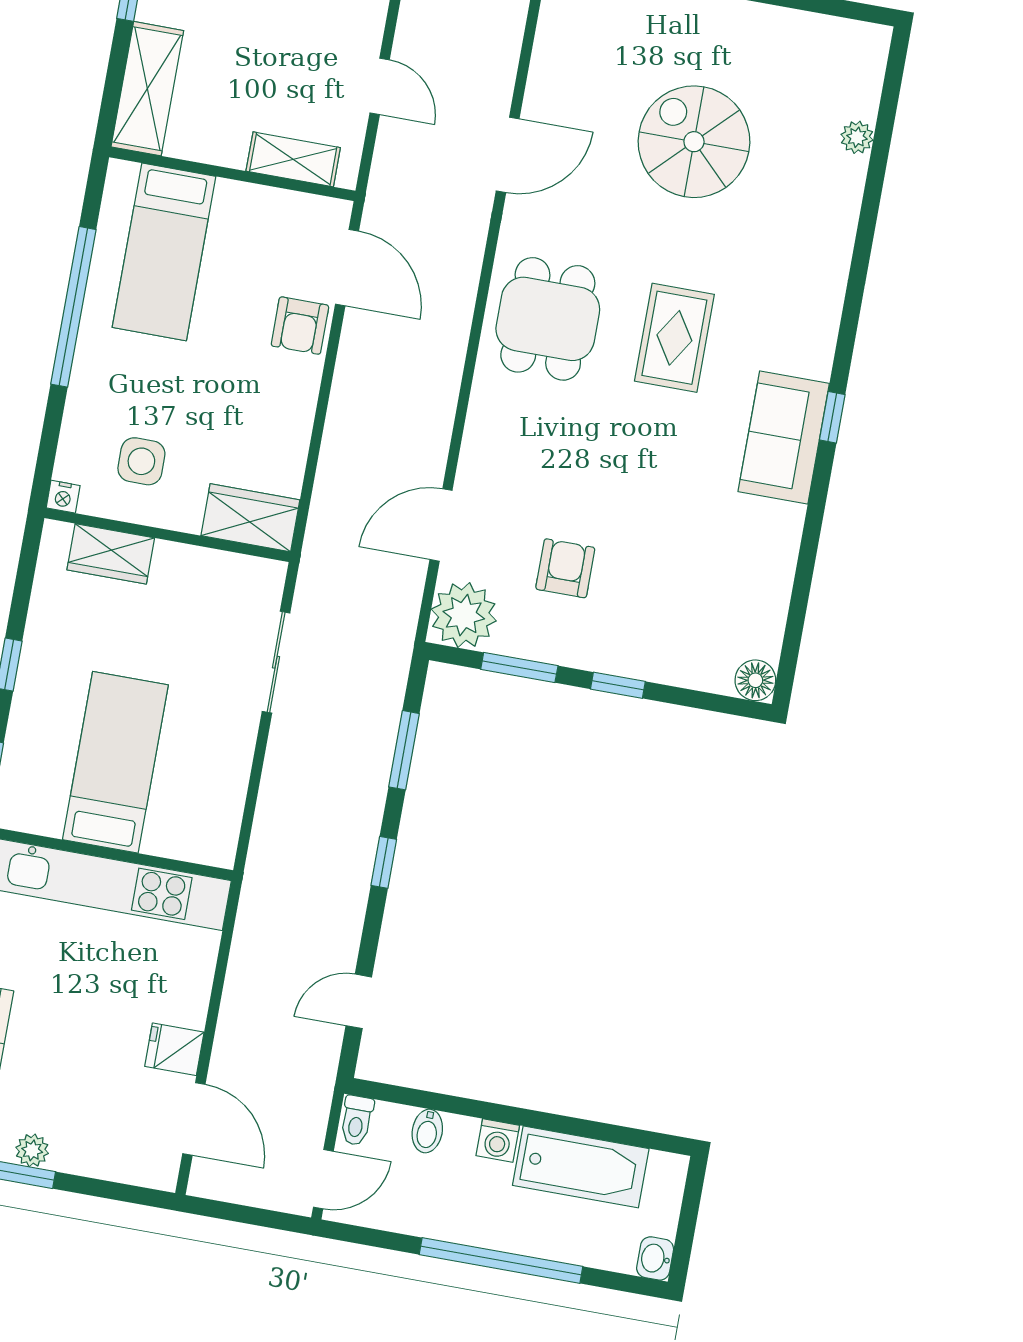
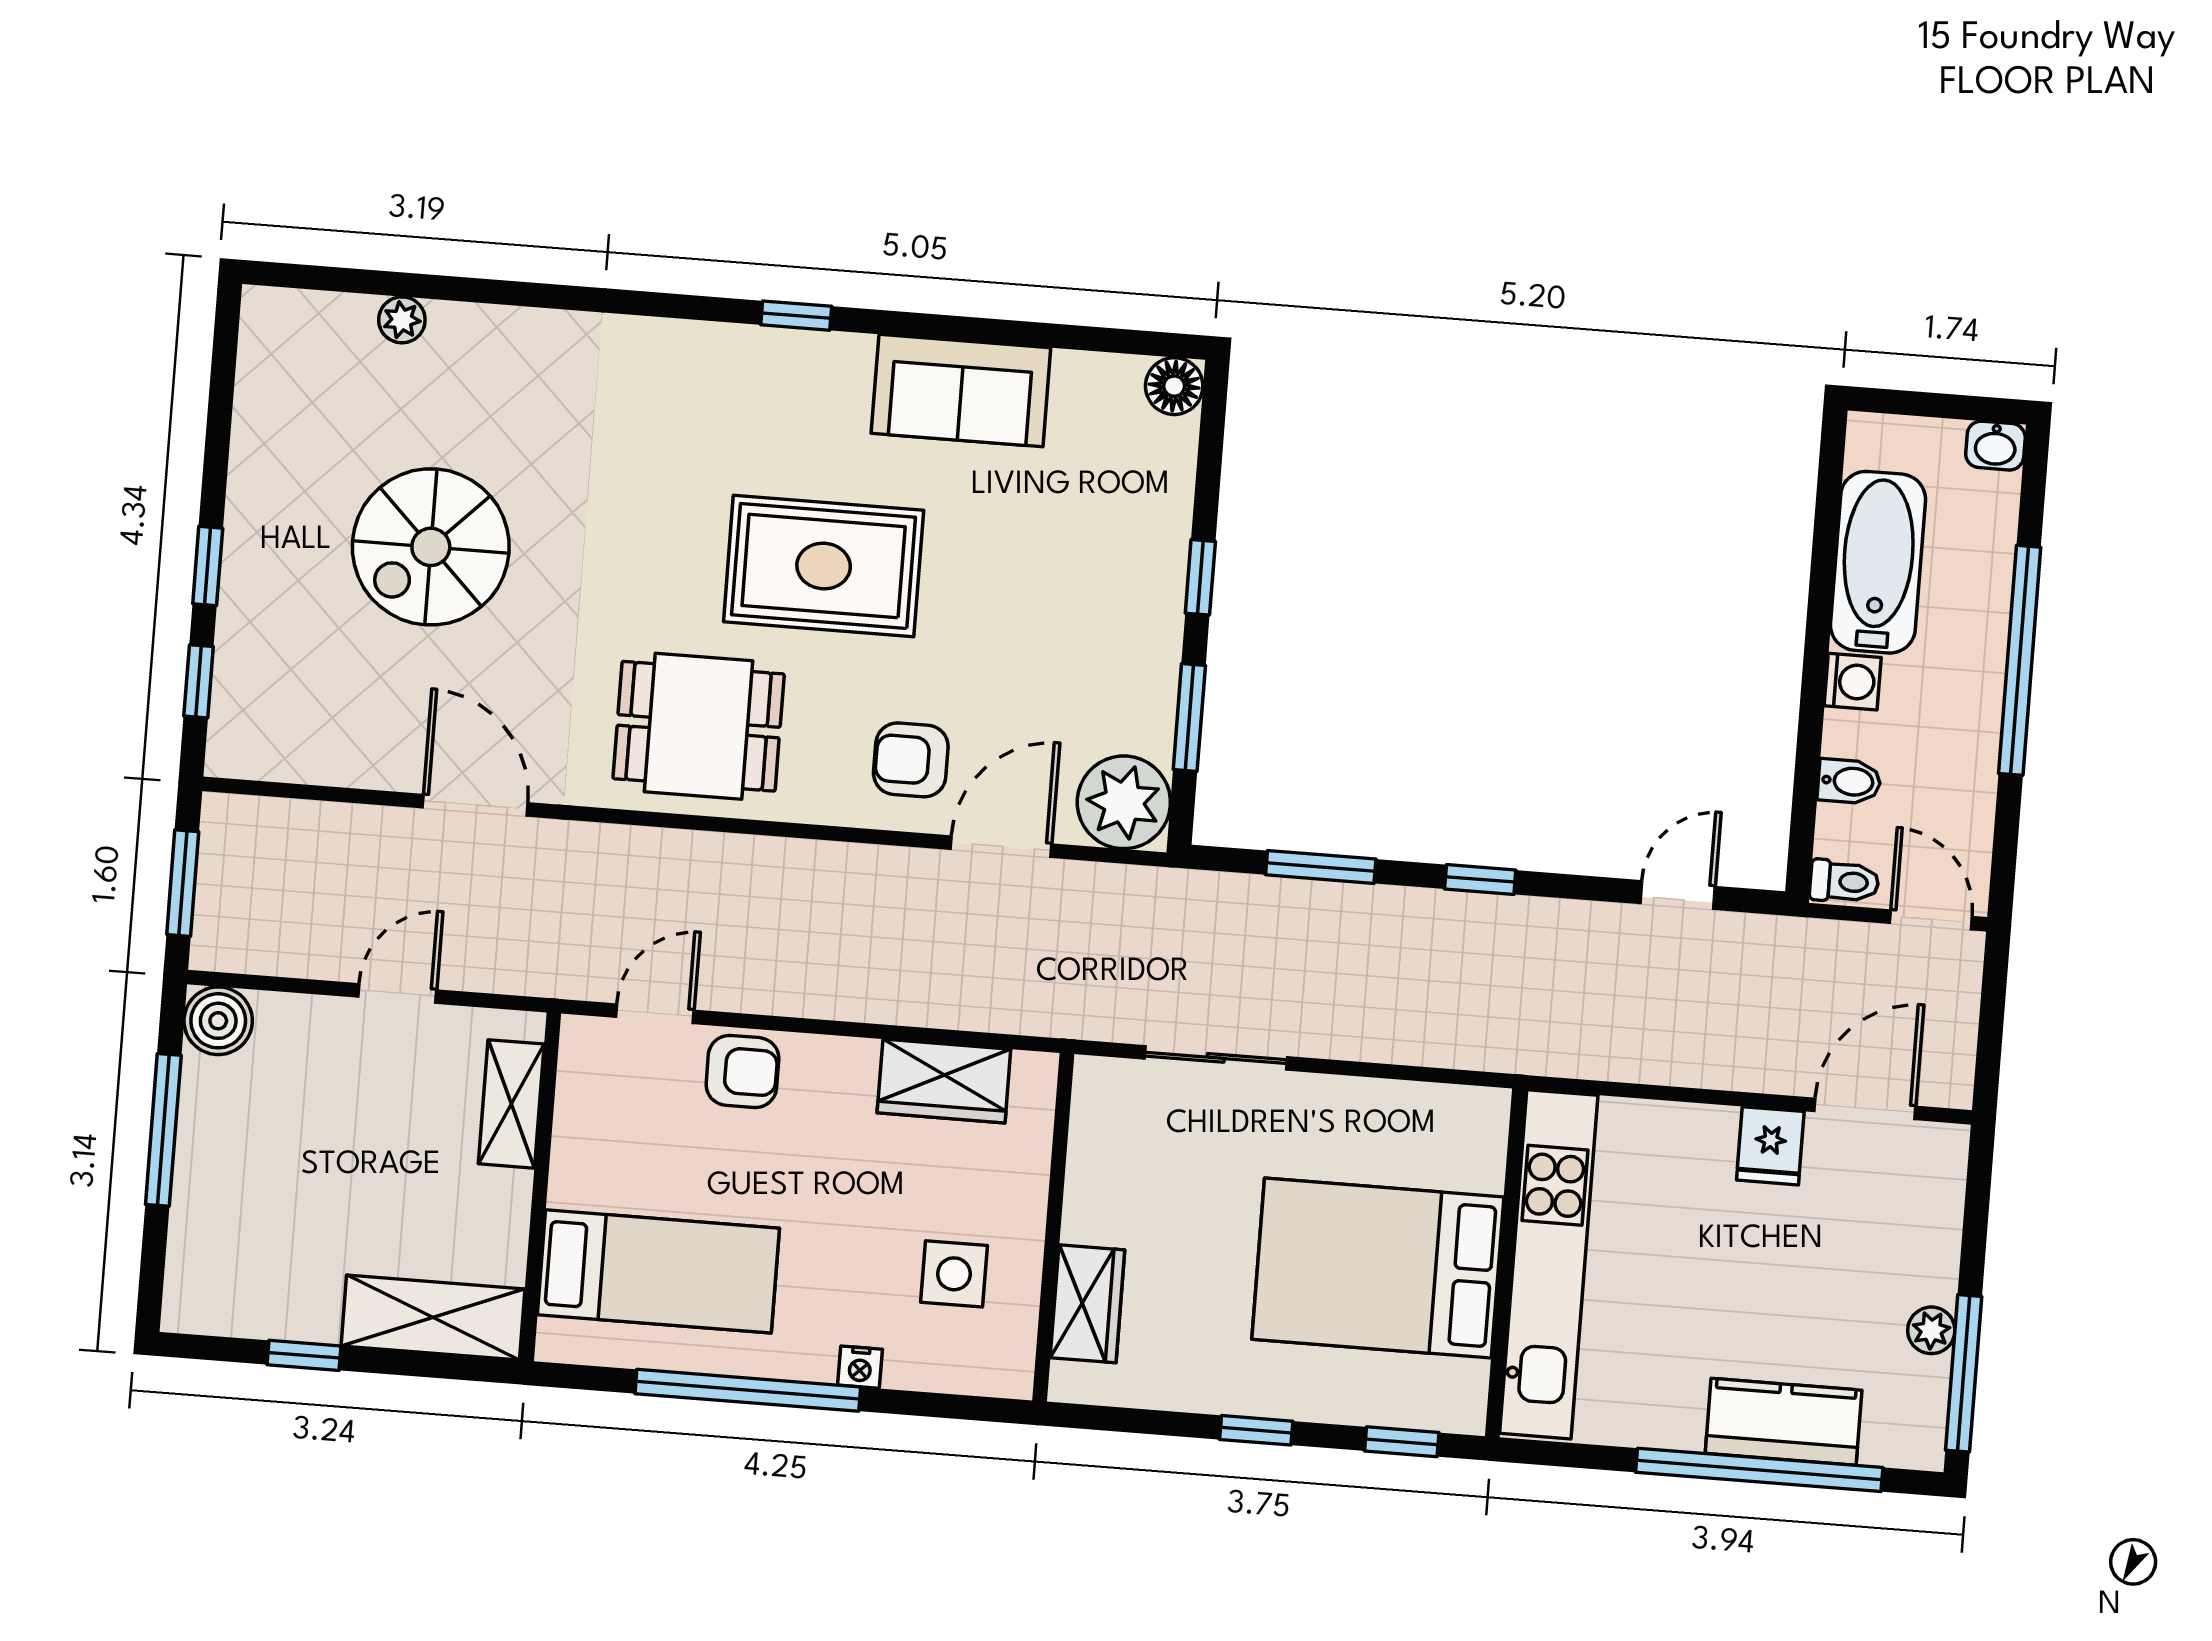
door: (347, 268) -> (655, 1014), width x0.73
rug: (674, 338) -> (824, 566), moved, width x1.36, depth x1.43
sofa: (784, 437) -> (961, 391), moved
nightstand: (63, 497) -> (860, 1367), moved, turned 90
wardrobe: (250, 518) -> (944, 1081), moved, turned -90
door: (441, 525) -> (1001, 847), swing flipped
armchair: (565, 568) -> (911, 760), moved
bed: (115, 762) -> (1378, 1268), width x1.50
door: (359, 1001) -> (1678, 895), swing flipped

